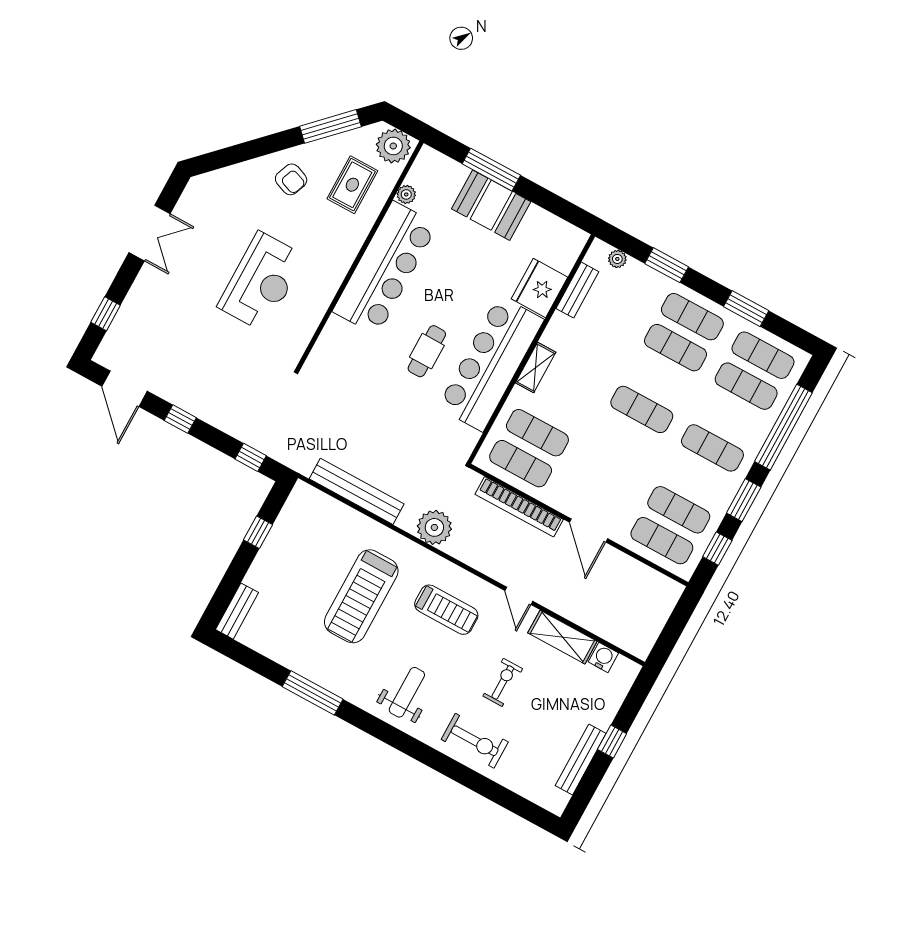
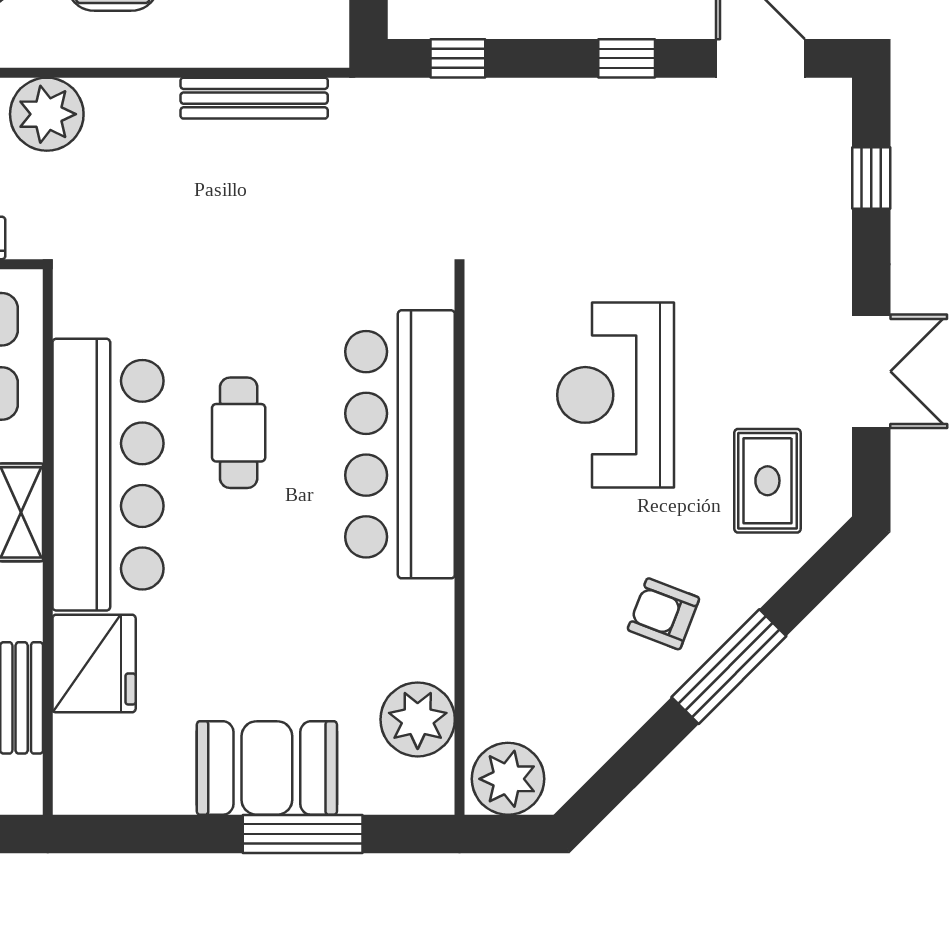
window: (330, 126) -> (729, 667), moved
rug: (352, 185) -> (767, 481), moved
plant: (406, 194) -> (418, 719), width x1.87, depth x1.87
double door: (149, 233) -> (871, 371), swing flipped
bar counter: (385, 268) -> (400, 444), moved
bench: (357, 491) -> (254, 98), width x0.73, depth x0.82

